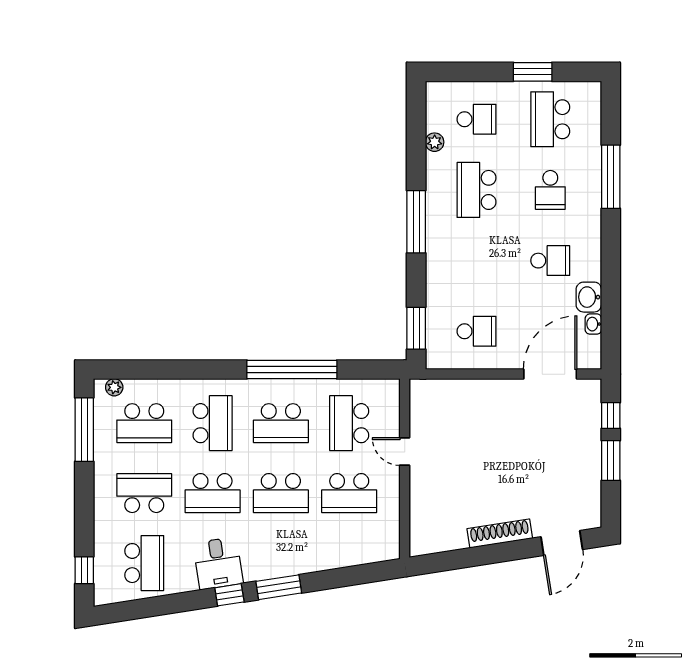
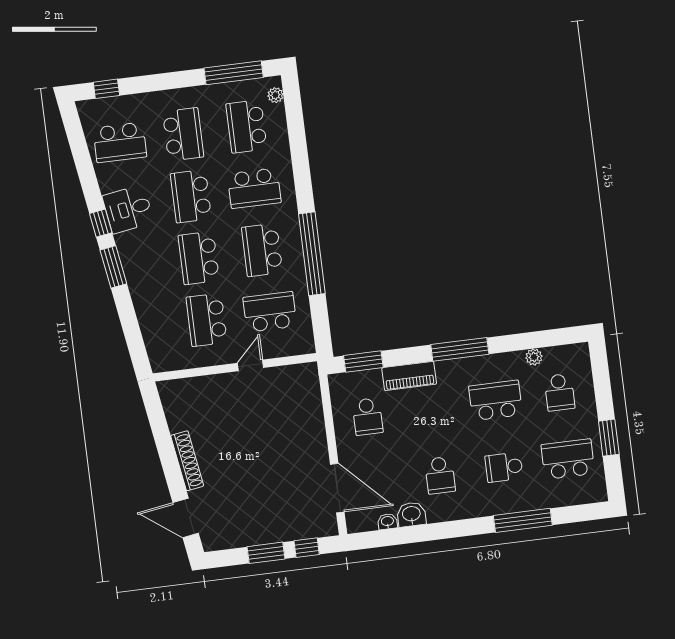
piano: (438, 280) -> (409, 376), added

